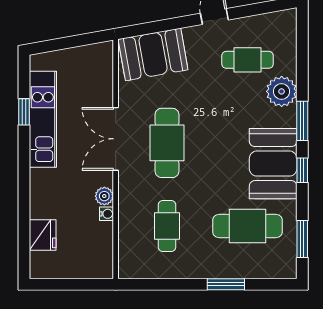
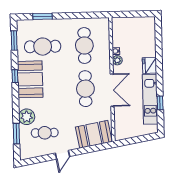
window: (302, 121) -> (16, 134), moved
cafe table: (167, 226) -> (84, 46), width x1.37, depth x1.35
fridge: (43, 235) -> (149, 65), moved
window: (226, 284) -> (43, 16), moved

